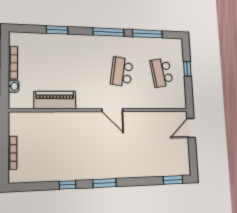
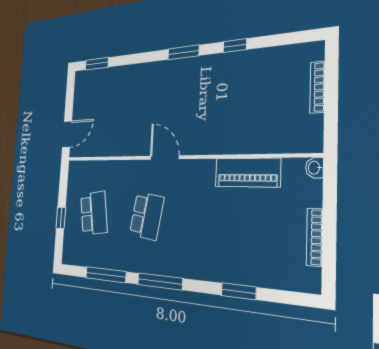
washbasin: (14, 86) -> (314, 168), moved

